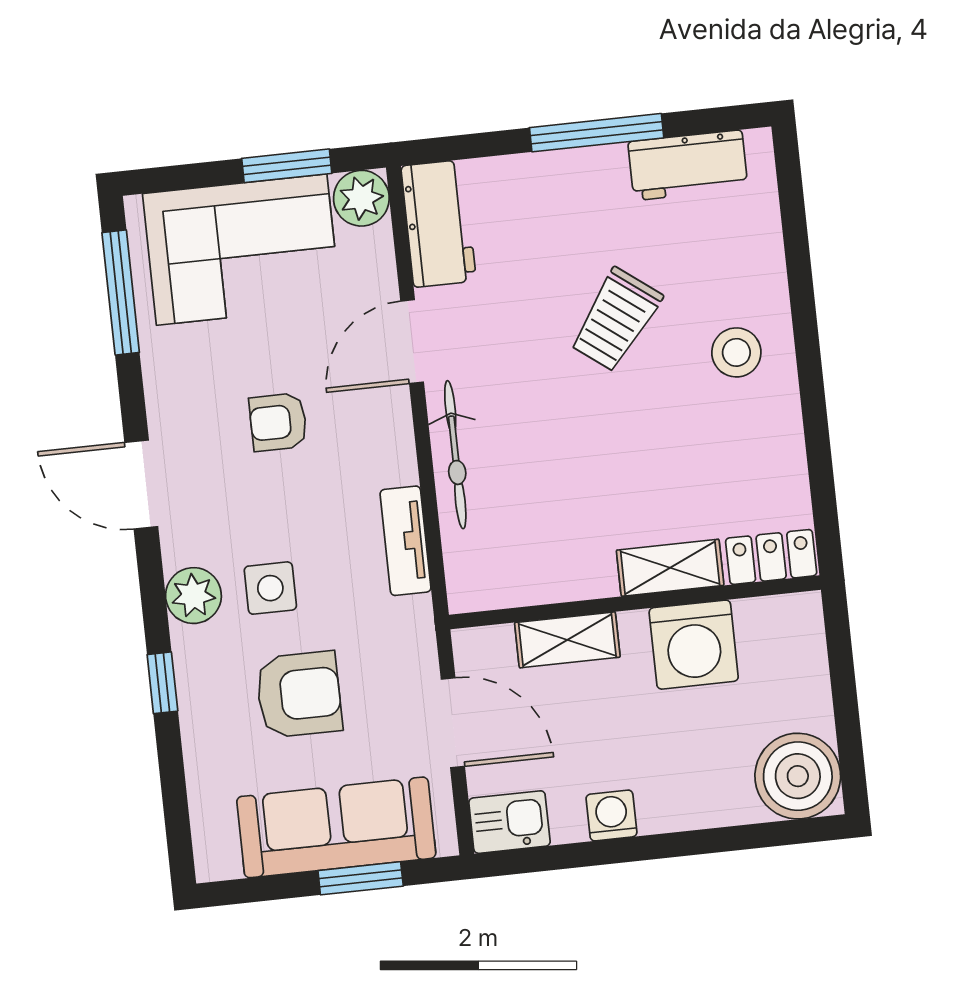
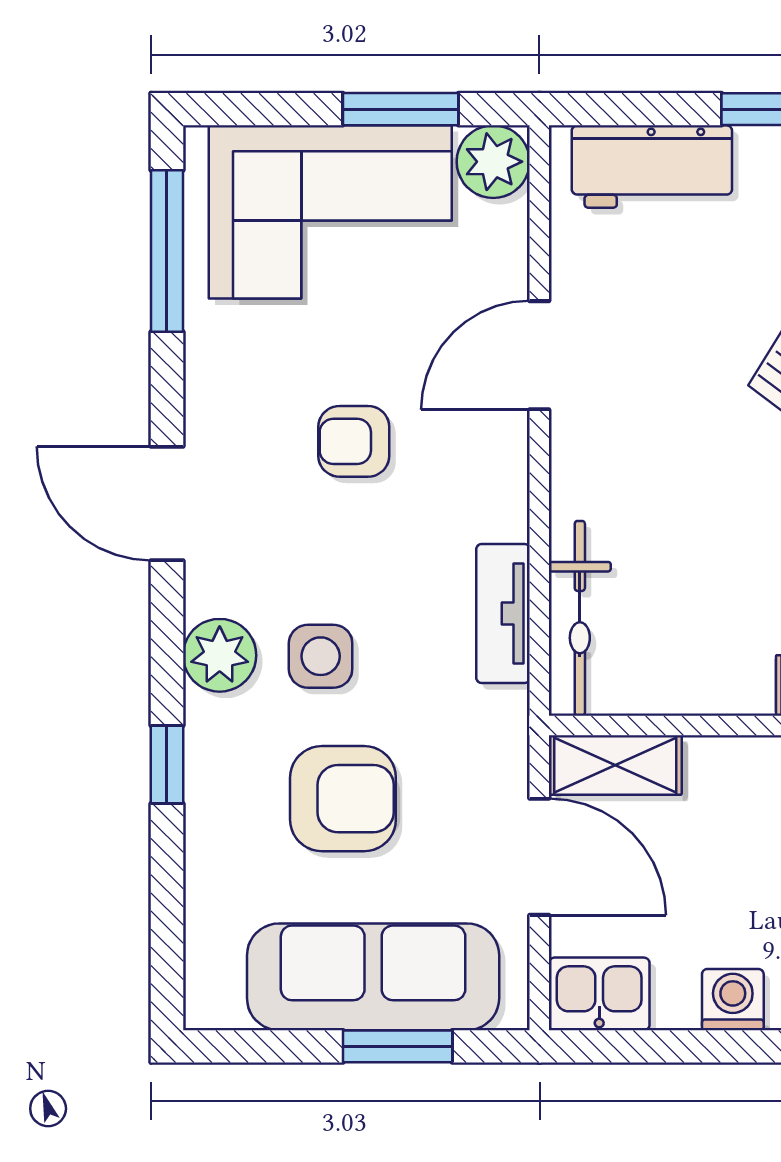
workbench: (439, 223) -> (652, 167), moved, turned 90
bicycle: (455, 455) -> (580, 618), moved
shelving: (567, 640) -> (615, 765), moved

